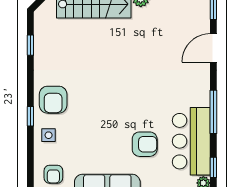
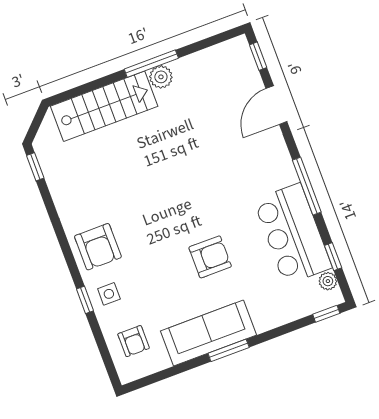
window: (30, 45) -> (35, 167), moved
window: (30, 116) -> (85, 300), moved
armchair: (145, 144) -> (210, 257), moved

